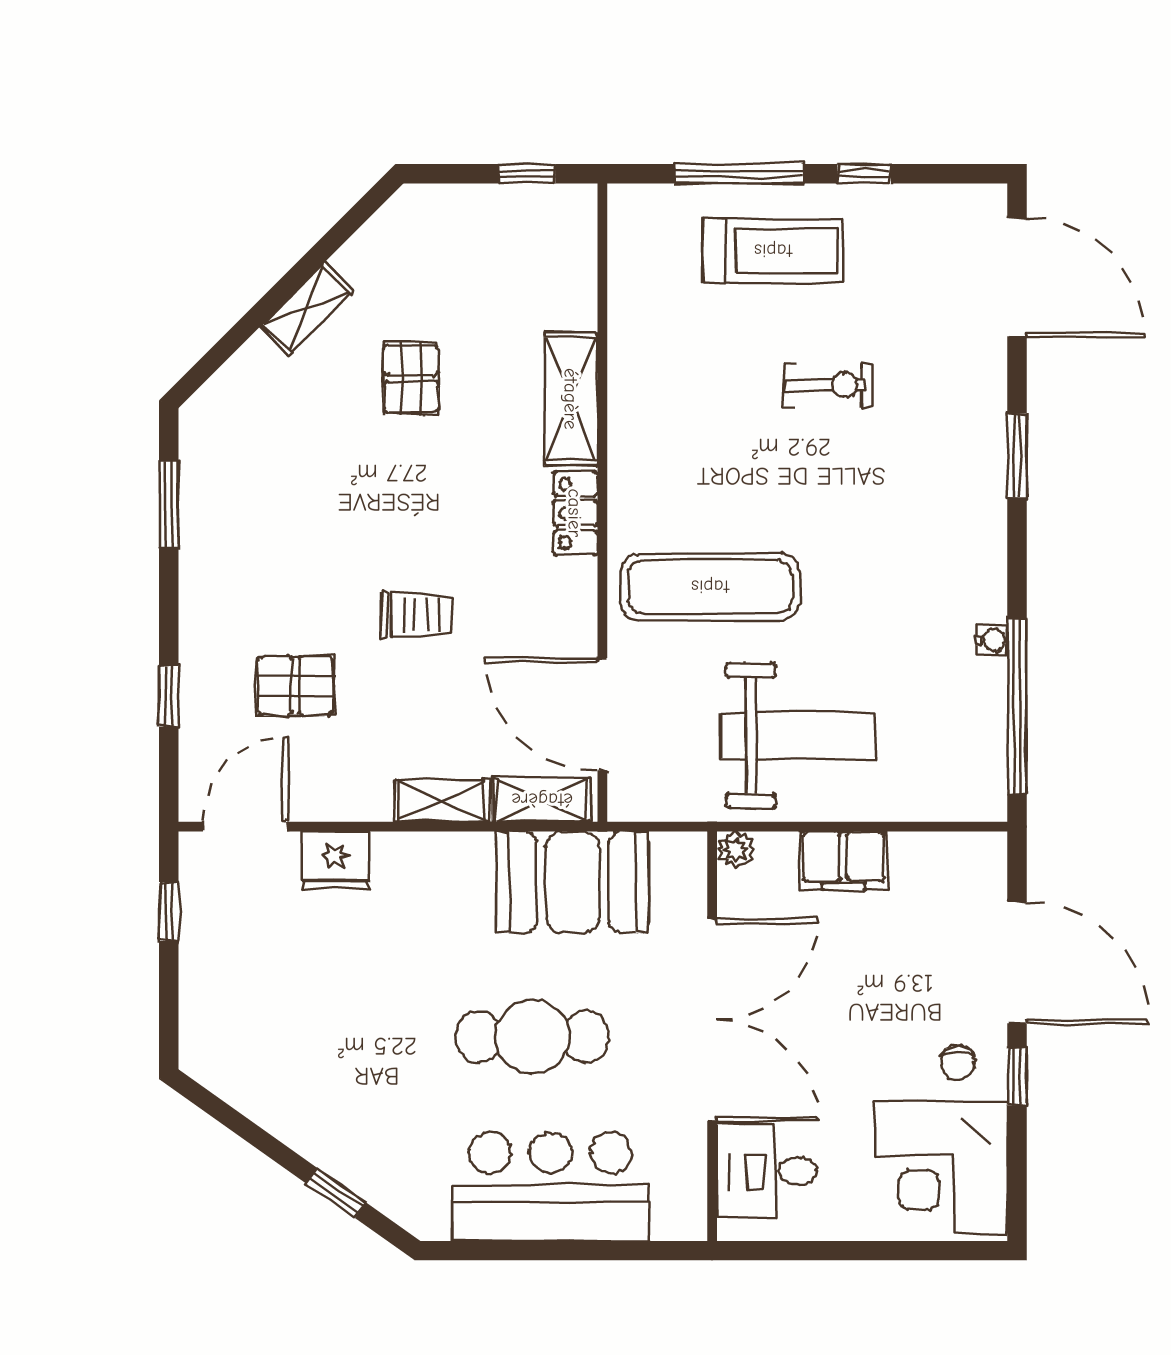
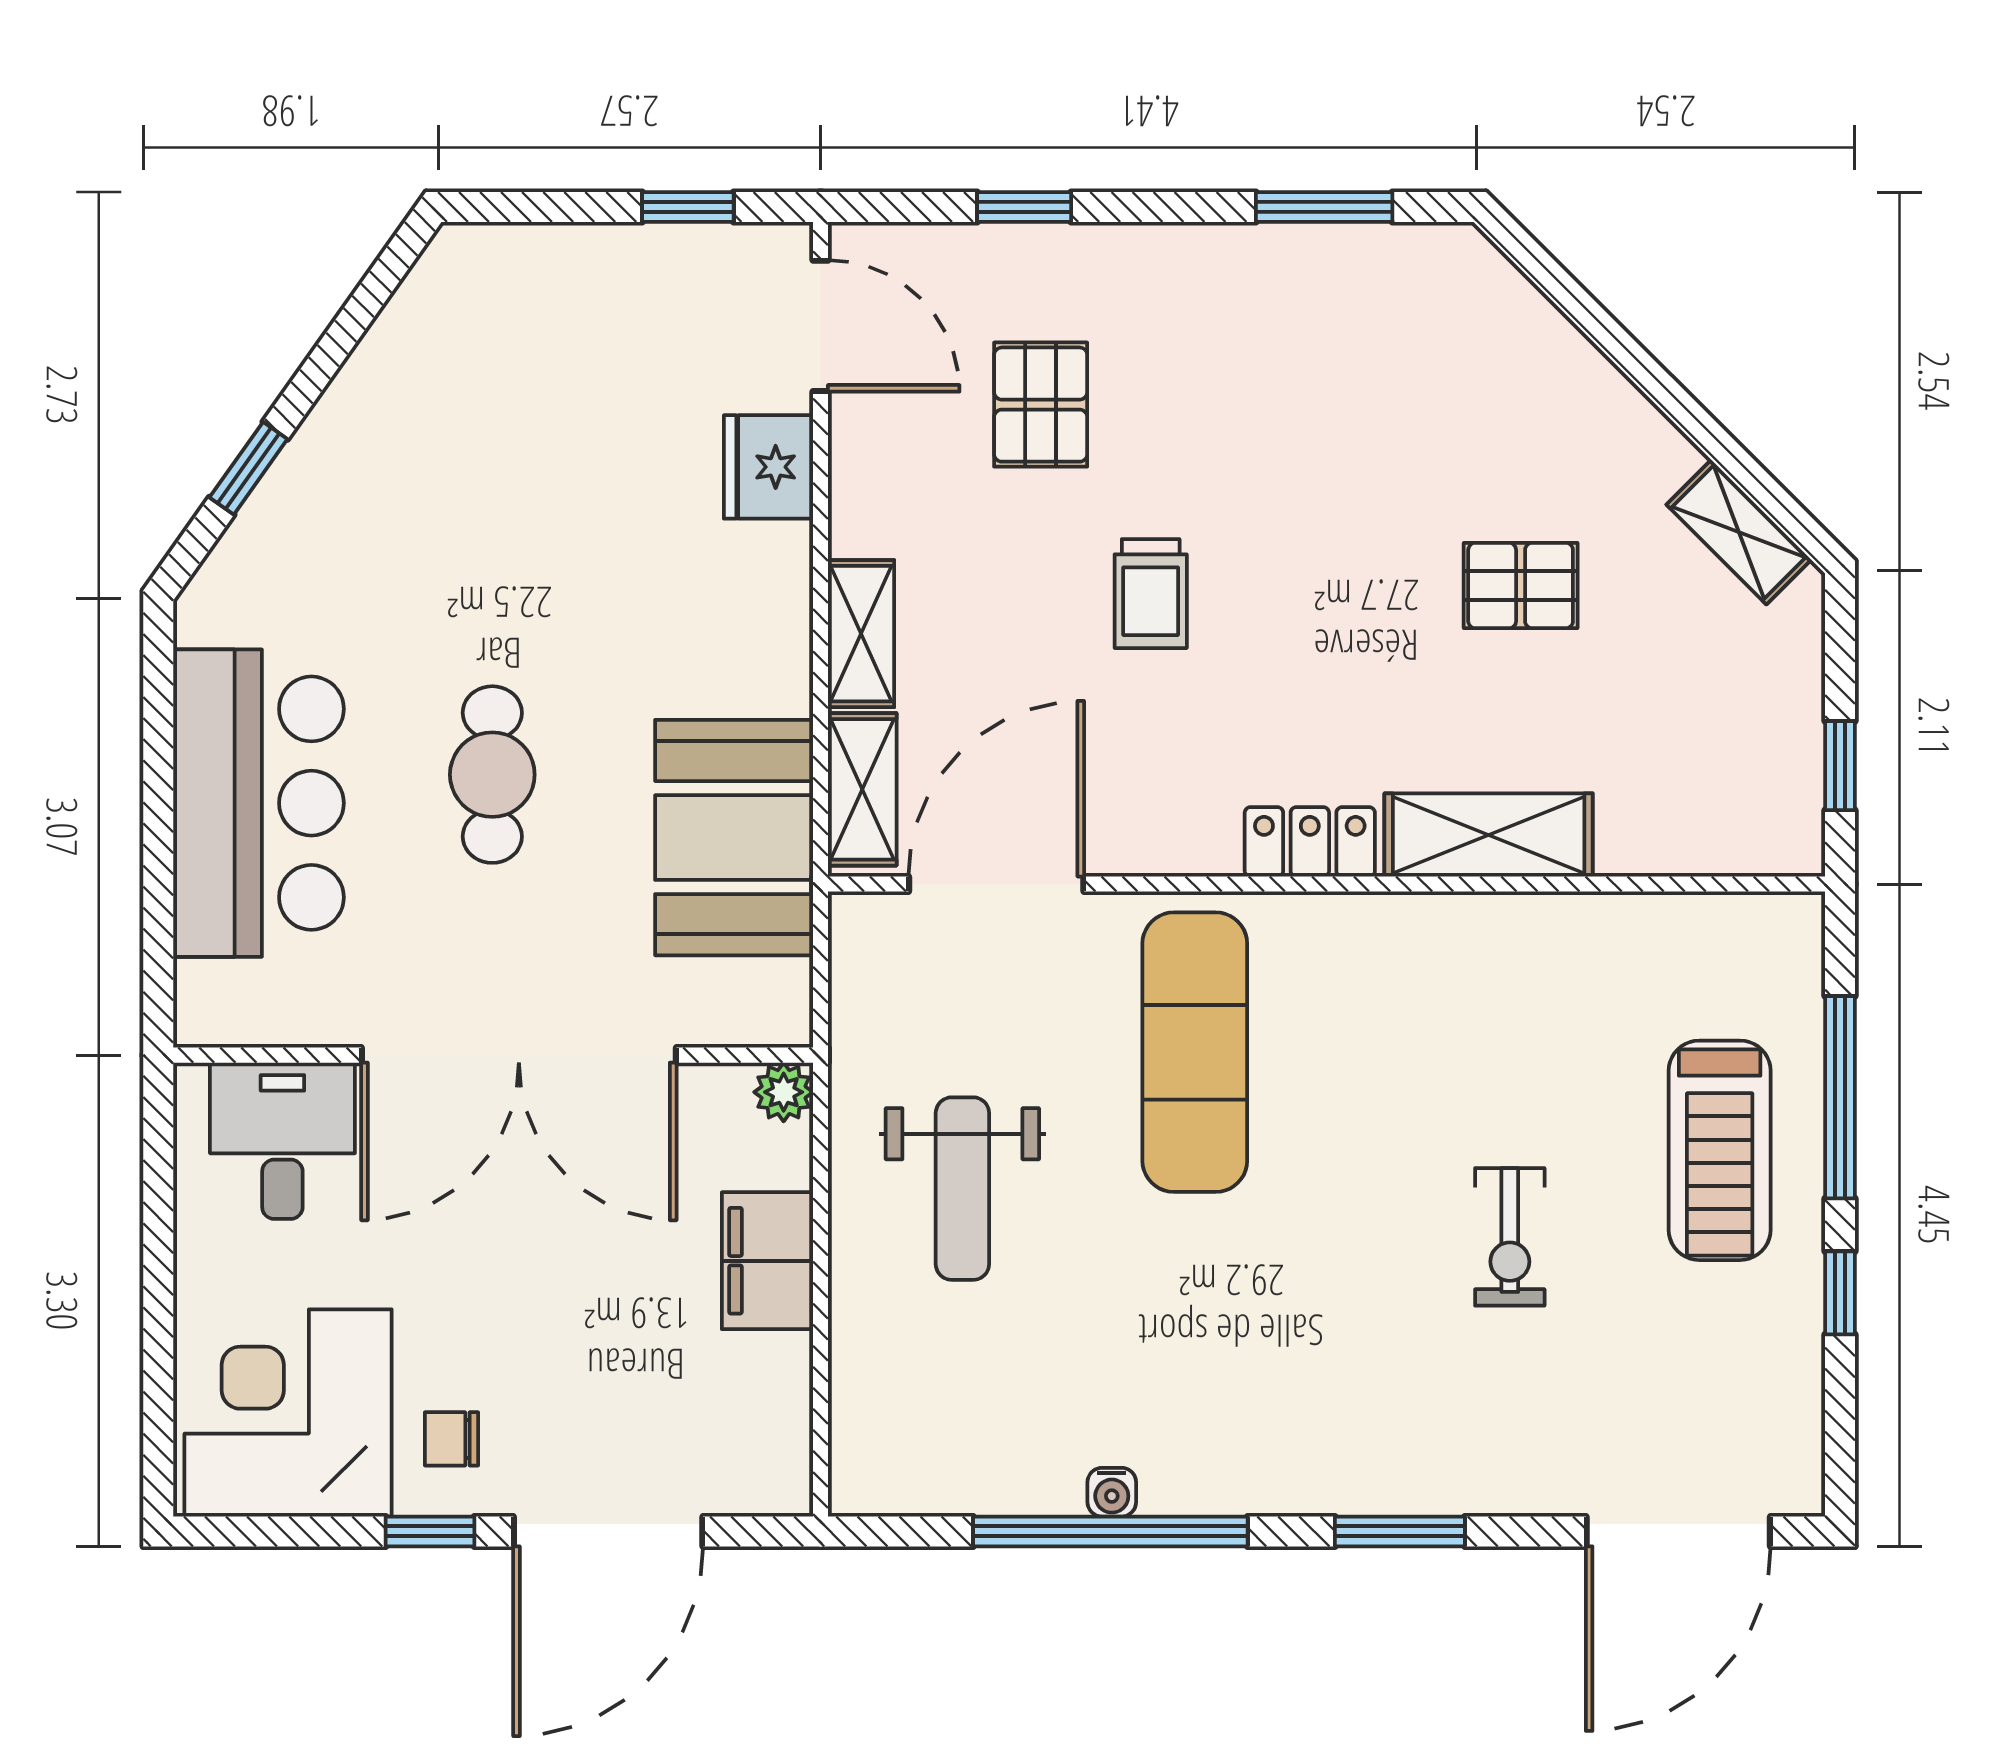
shelving: (307, 309) -> (1739, 532), moved
window: (1017, 706) -> (1110, 1531), moved
weight bench: (797, 736) -> (962, 1189), width x0.73, depth x0.75
cafe table: (532, 1037) -> (492, 775), width x0.73, depth x0.74

